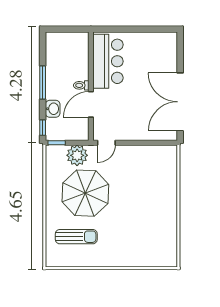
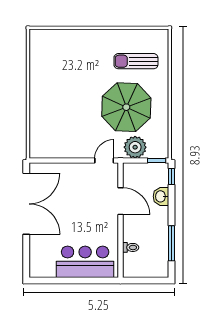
bar counter: (108, 61) -> (85, 262), moved, turned 90
window: (43, 82) -> (171, 243), moved
toilet: (81, 85) -> (131, 247), moved
door: (91, 104) -> (120, 201), hinge flipped

